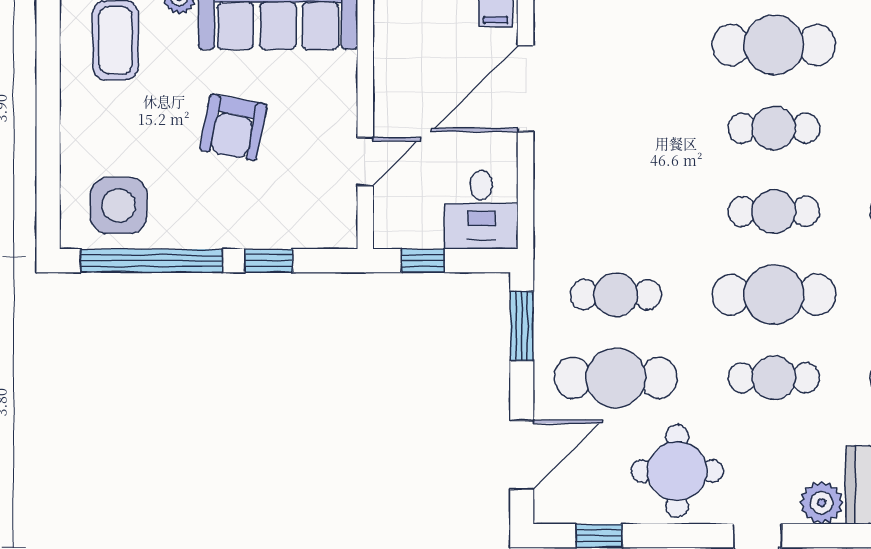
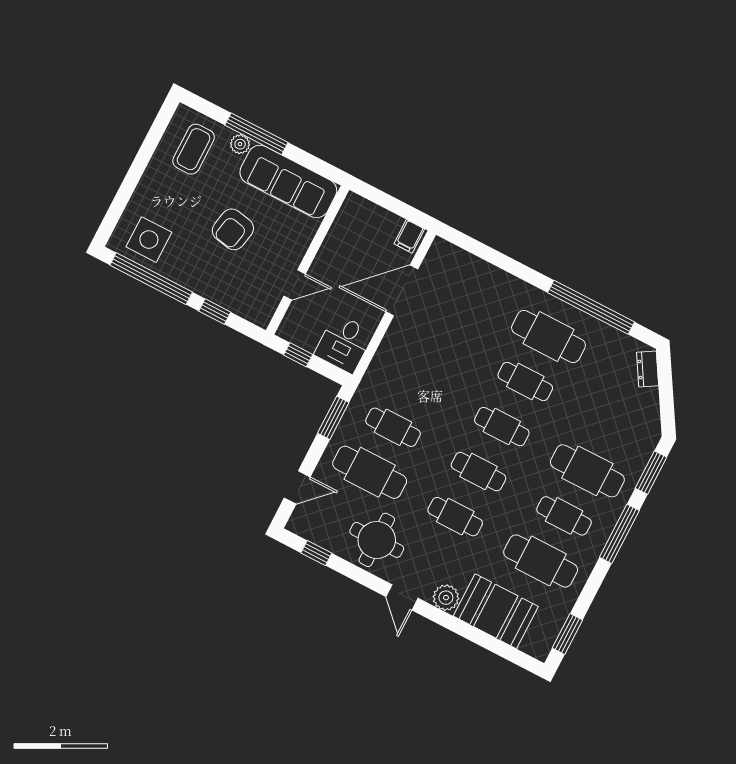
cafe table: (774, 295) -> (478, 472), width x0.73, depth x0.74
door: (522, 455) -> (297, 487), width x0.73

